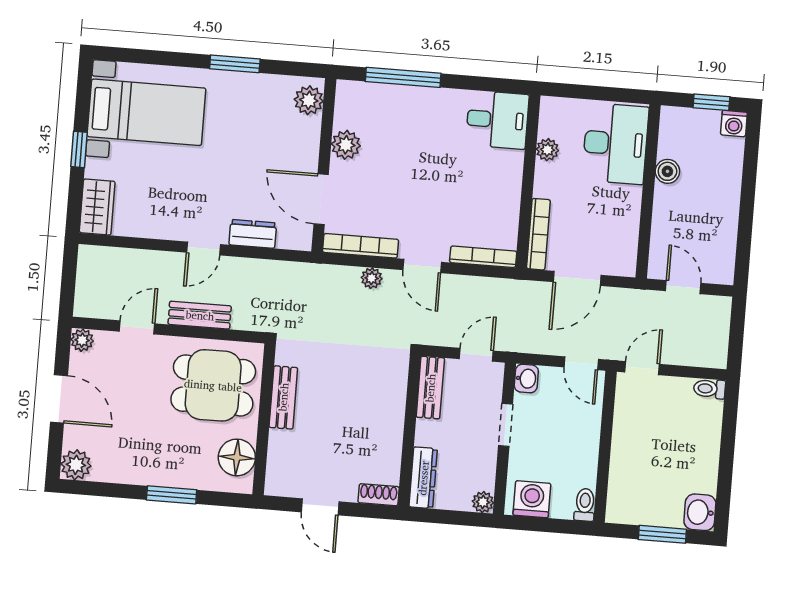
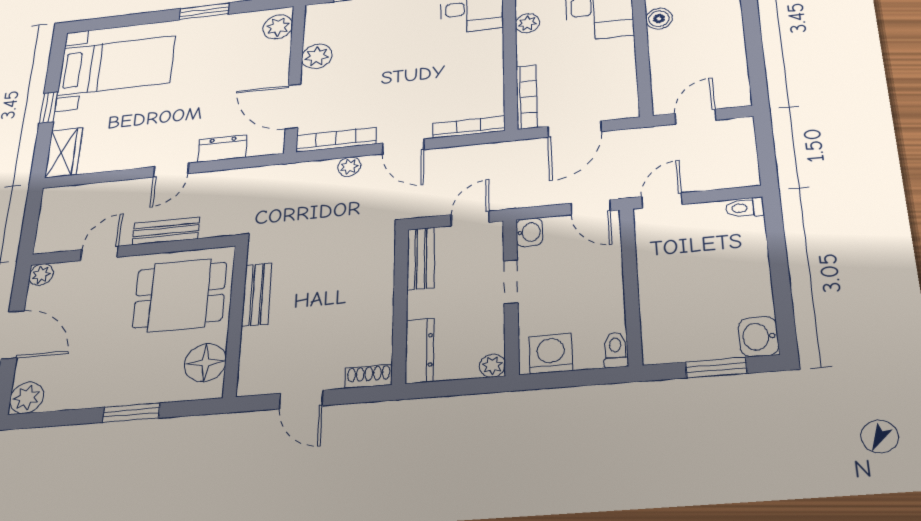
door: (683, 287) -> (695, 117), hinge flipped

